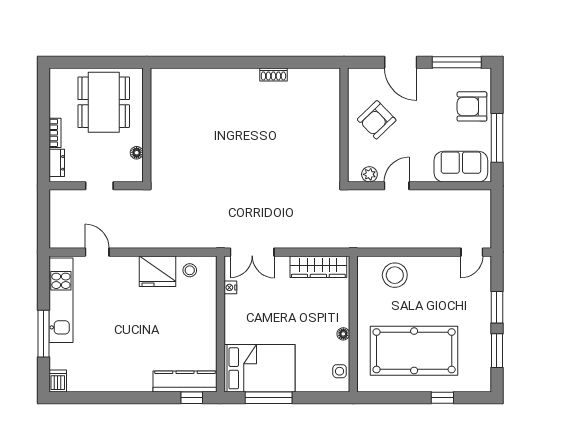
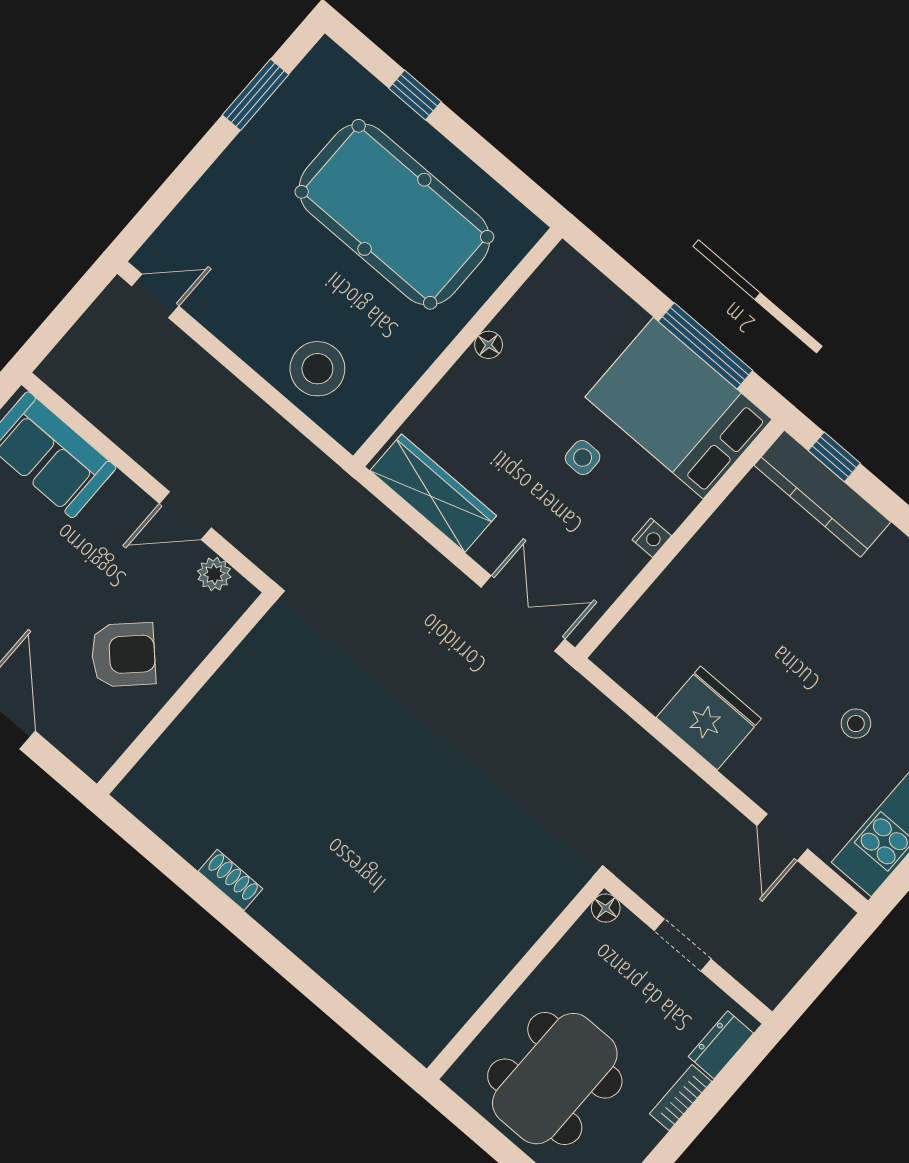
floor lamp: (137, 153) -> (606, 908), moved
stool: (190, 270) -> (856, 724), moved
nightstand: (230, 287) -> (652, 538), moved
window: (497, 307) -> (193, 167), removed
side table: (340, 371) -> (583, 458), moved

